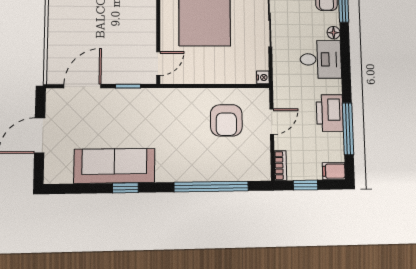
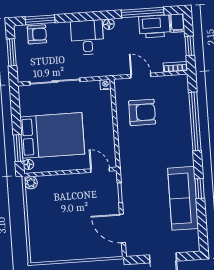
floor lamp: (334, 33) -> (109, 24), moved
printer: (330, 113) -> (154, 26), moved

